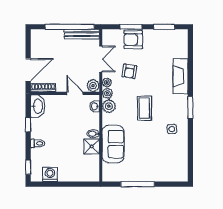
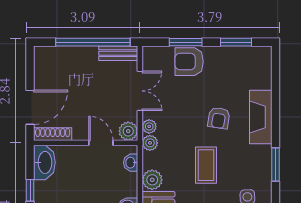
bench: (82, 34) -> (118, 53), width x0.73
armchair: (129, 71) -> (219, 118), moved
plant: (109, 106) -> (152, 180), moved

